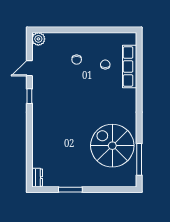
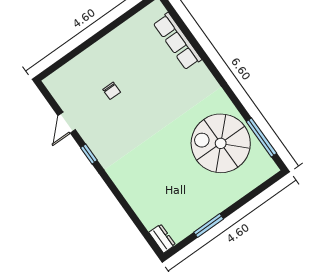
plant: (38, 39) -> (54, 83), removed
chair: (77, 60) -> (112, 91), moved
chair: (105, 65) -> (149, 58), removed

